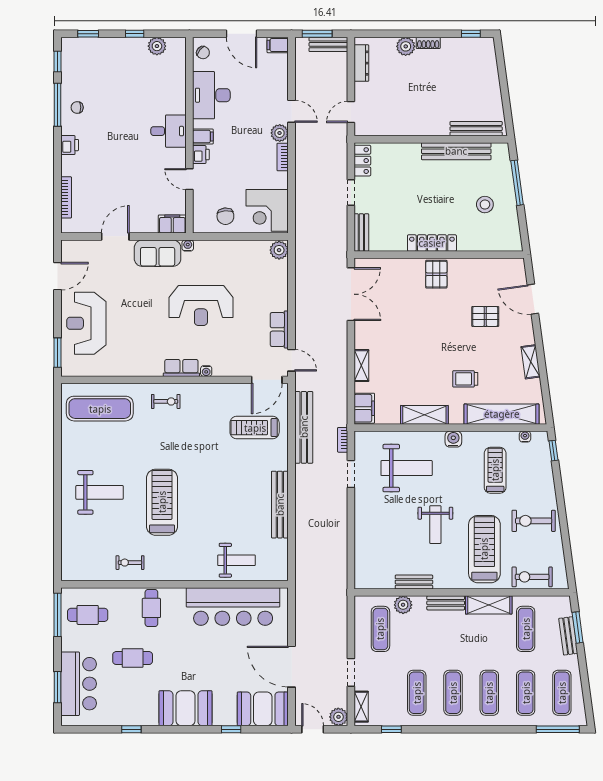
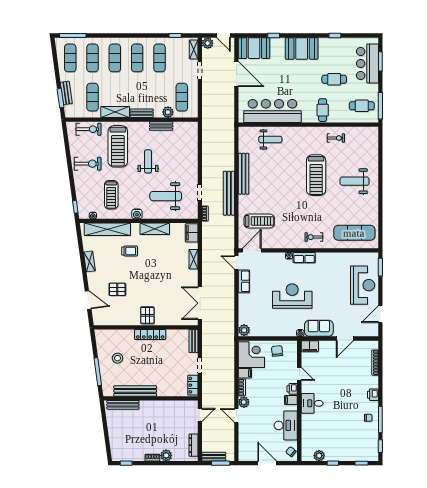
filing cabinet: (278, 45) -> (245, 373), moved
bench: (304, 427) -> (229, 193), moved
weight bench: (236, 560) -> (270, 139), turned 180

